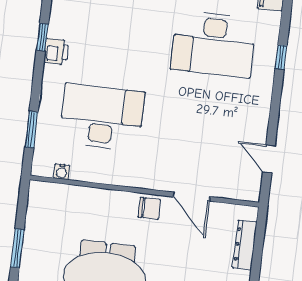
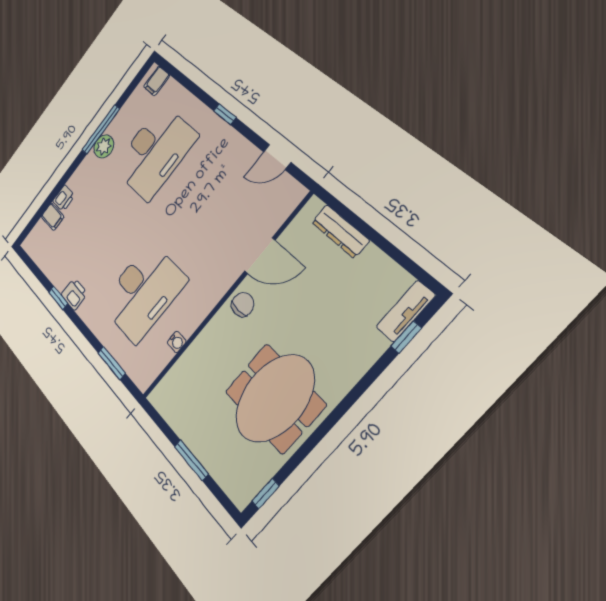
window: (281, 57) -> (225, 114), moved
desk: (102, 117) -> (143, 292), turned 180
water cooler: (62, 172) -> (177, 342), moved

